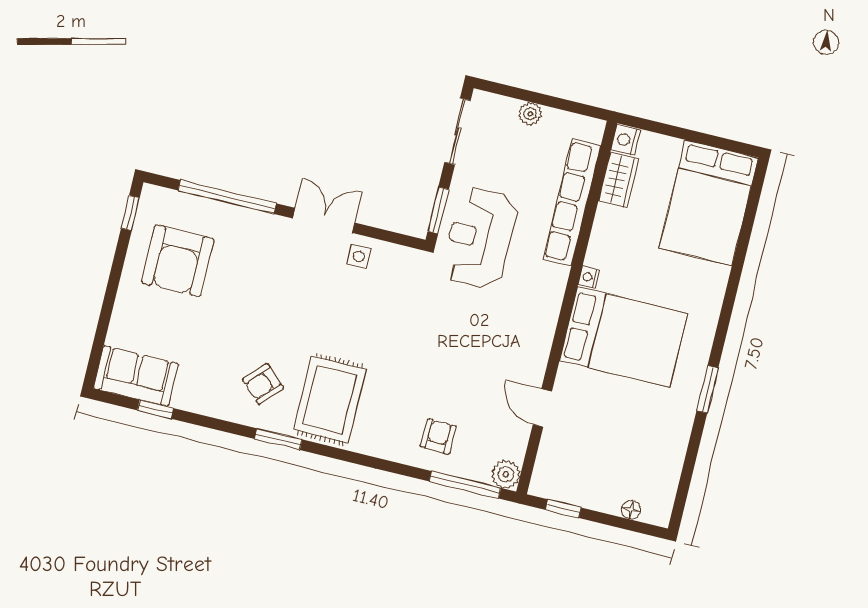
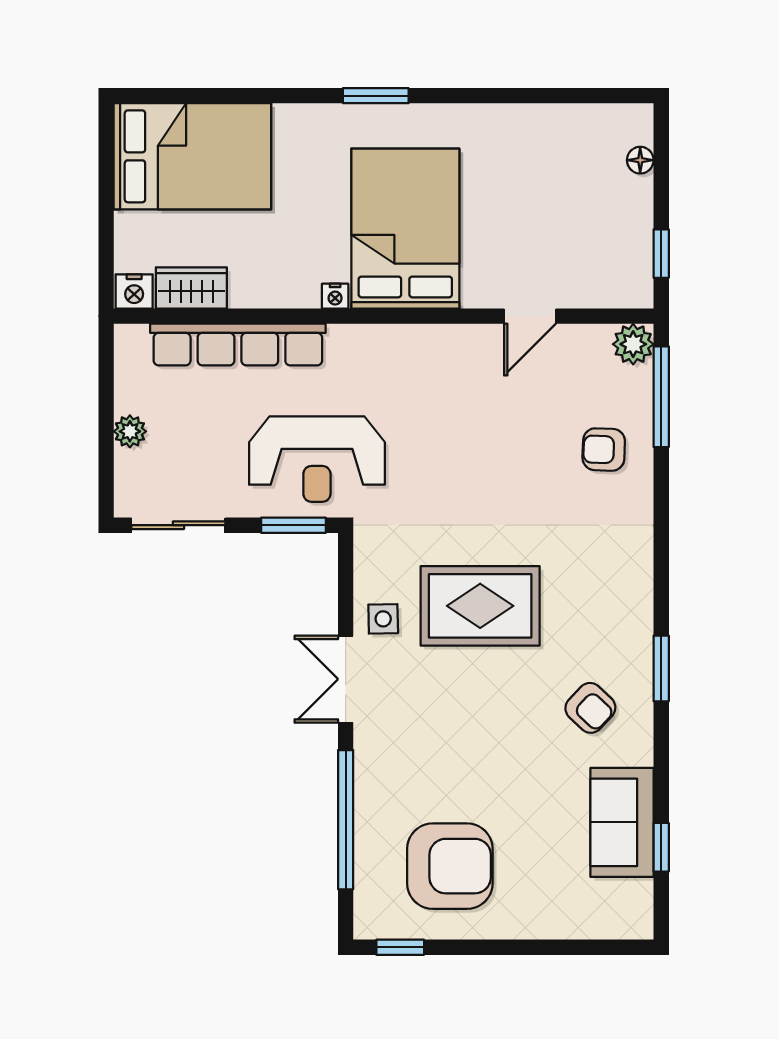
sofa: (136, 376) -> (622, 822), moved
window: (707, 389) -> (376, 96), moved
rug: (330, 400) -> (480, 606), moved

